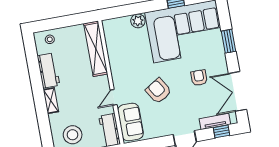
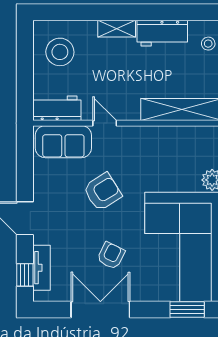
window: (229, 41) -> (187, 310), moved
armchair: (199, 78) -> (111, 256), turned -64
double door: (238, 91) -> (100, 310), moved

